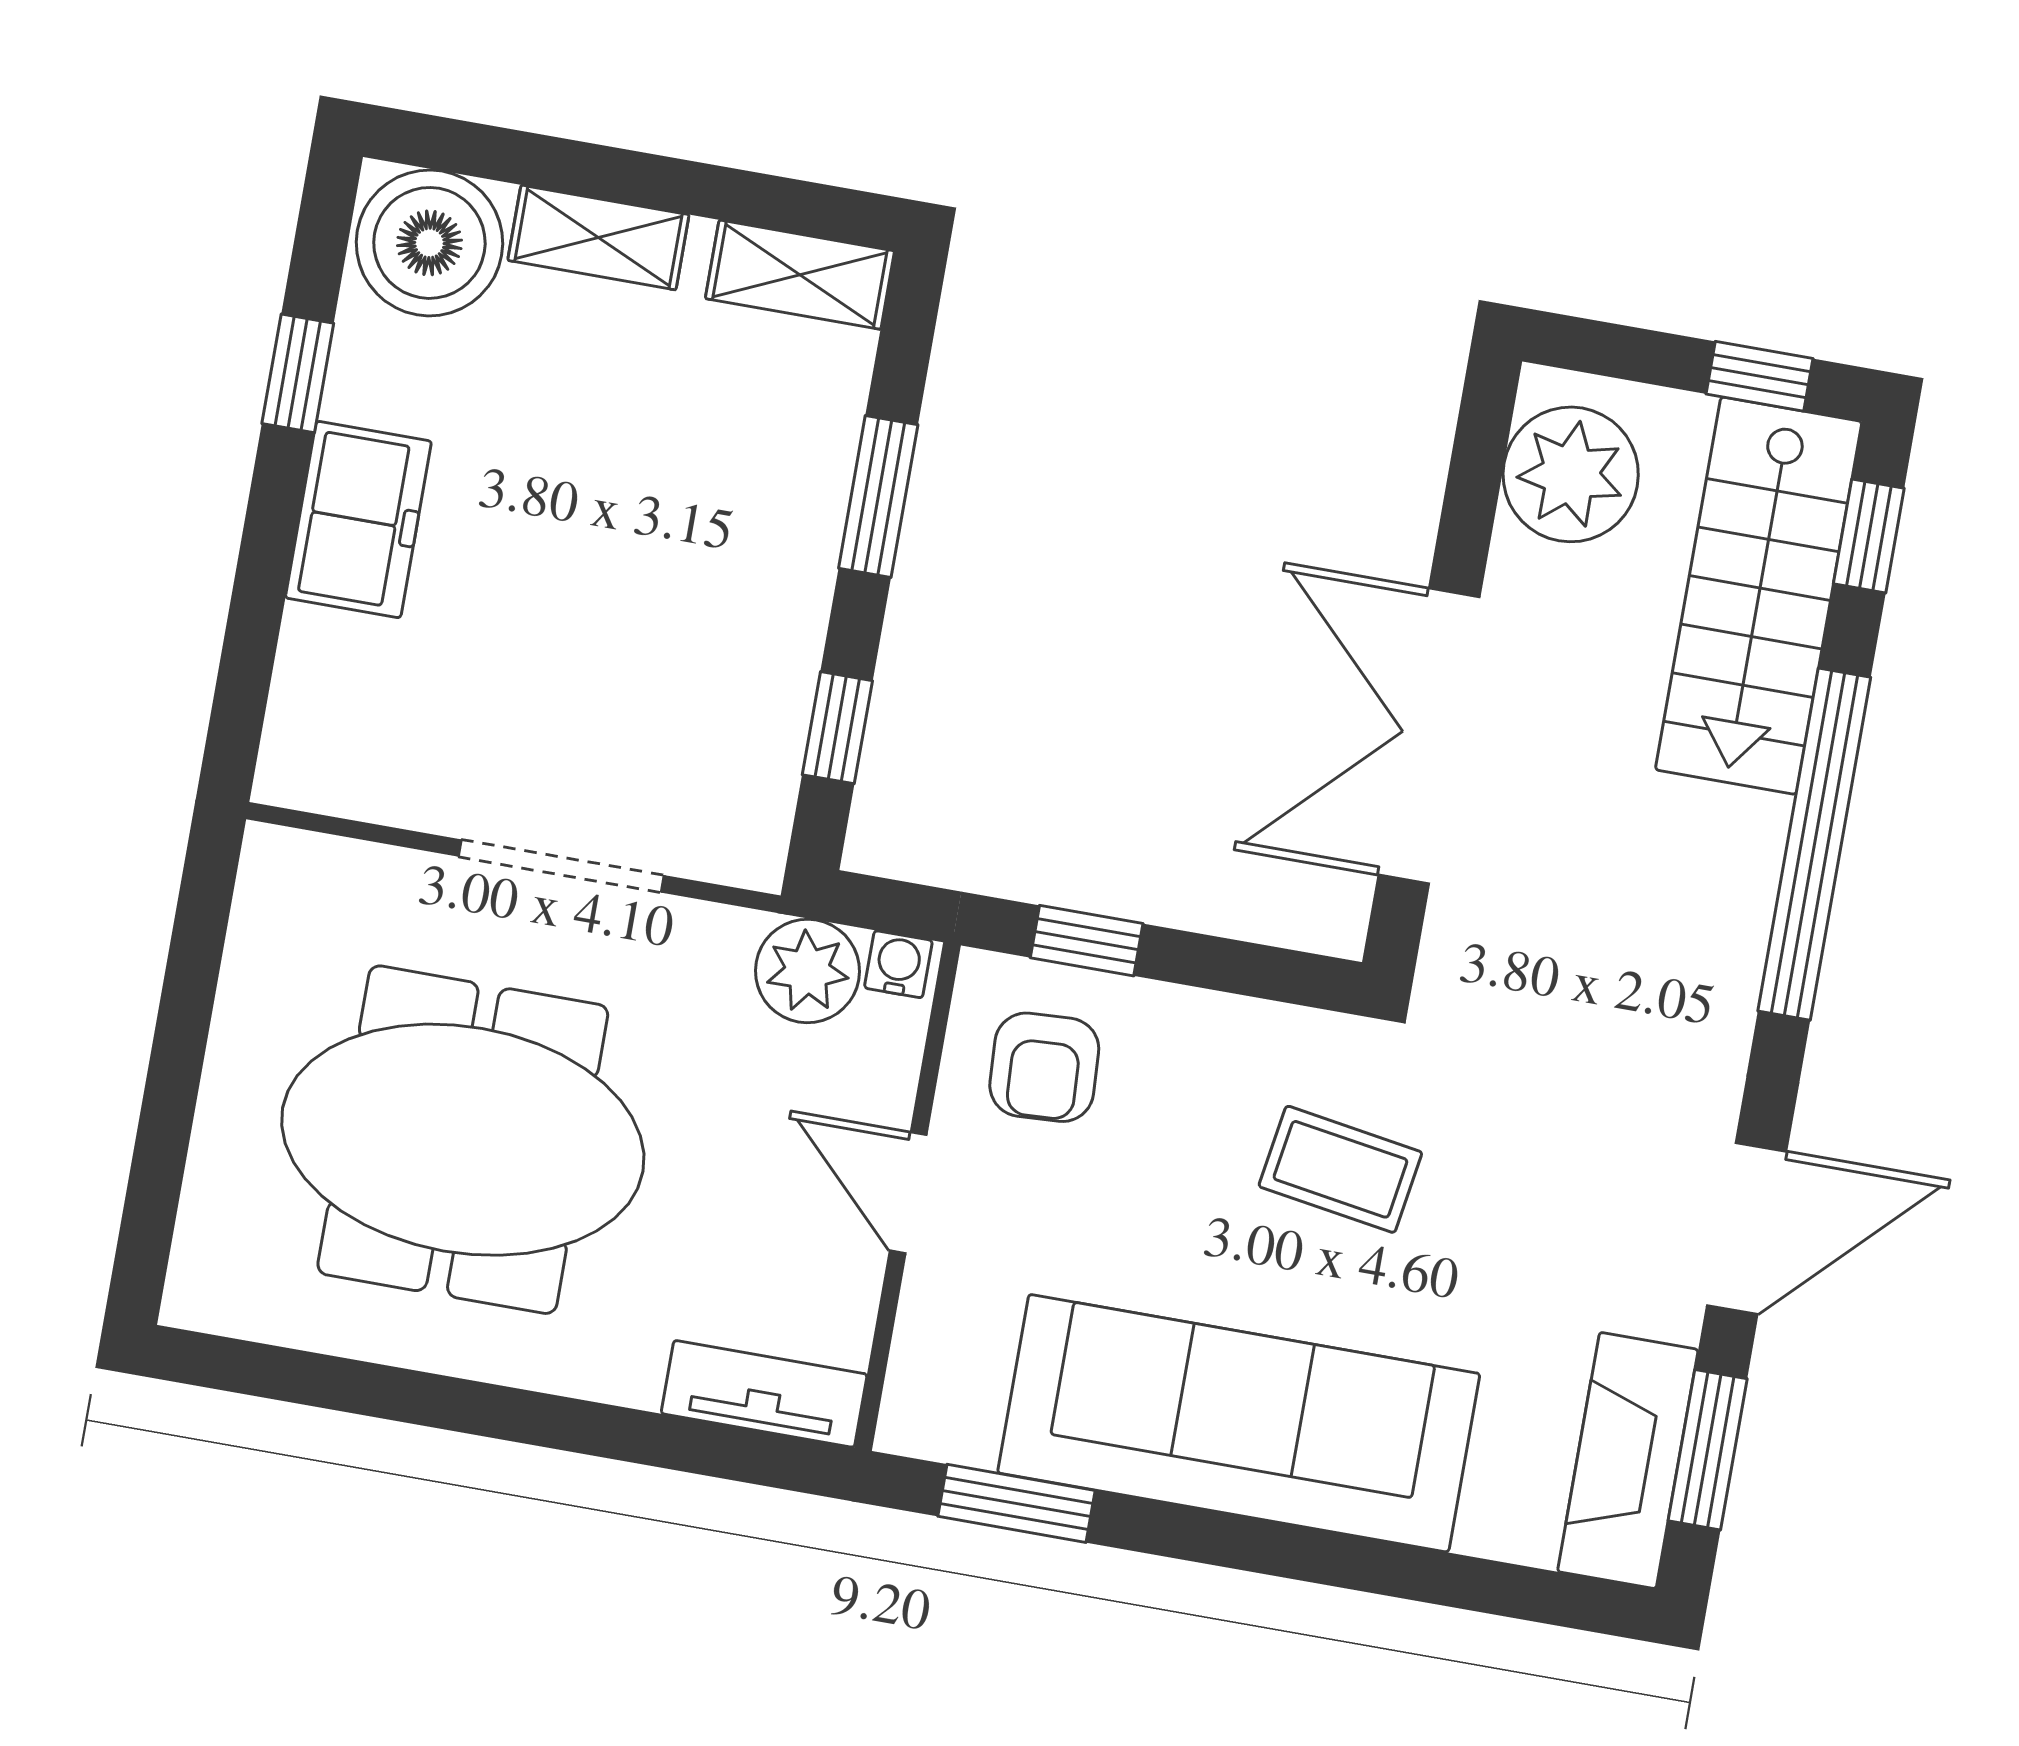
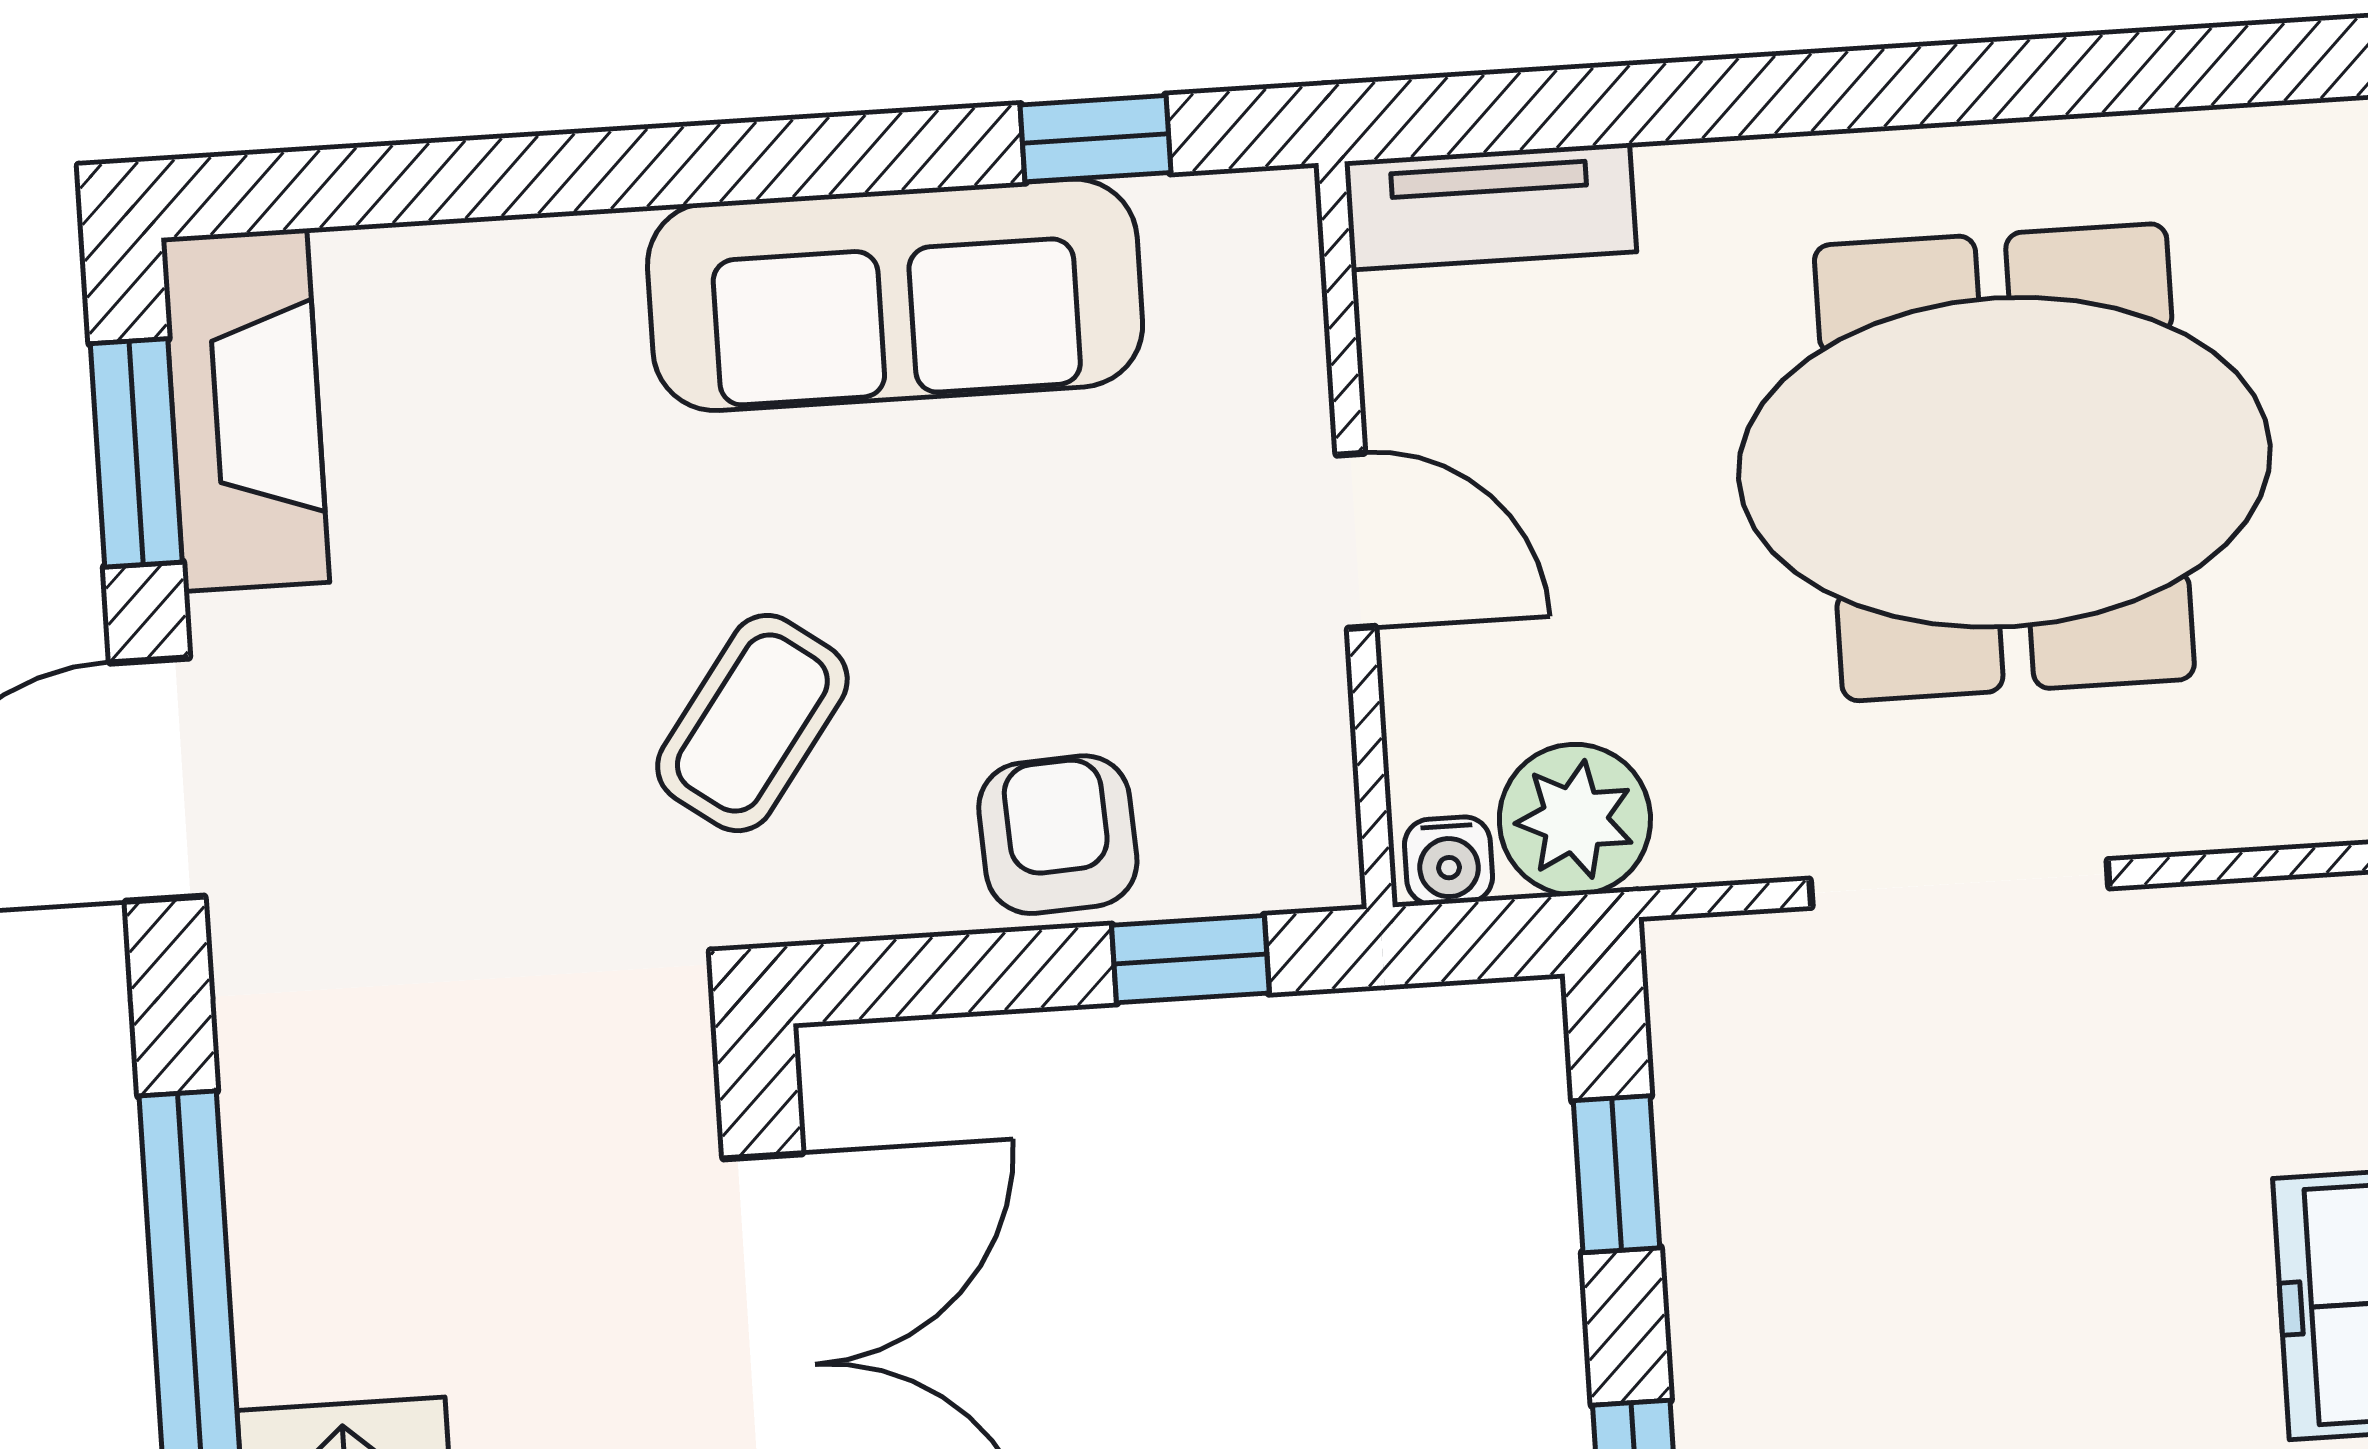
armchair: (1044, 1067) -> (1058, 835), moved
coffee table: (1340, 1169) -> (752, 723), turned -63
sofa: (1239, 1423) -> (895, 295), width x0.74, depth x0.79
window: (1016, 1503) -> (1096, 139), width x0.67

